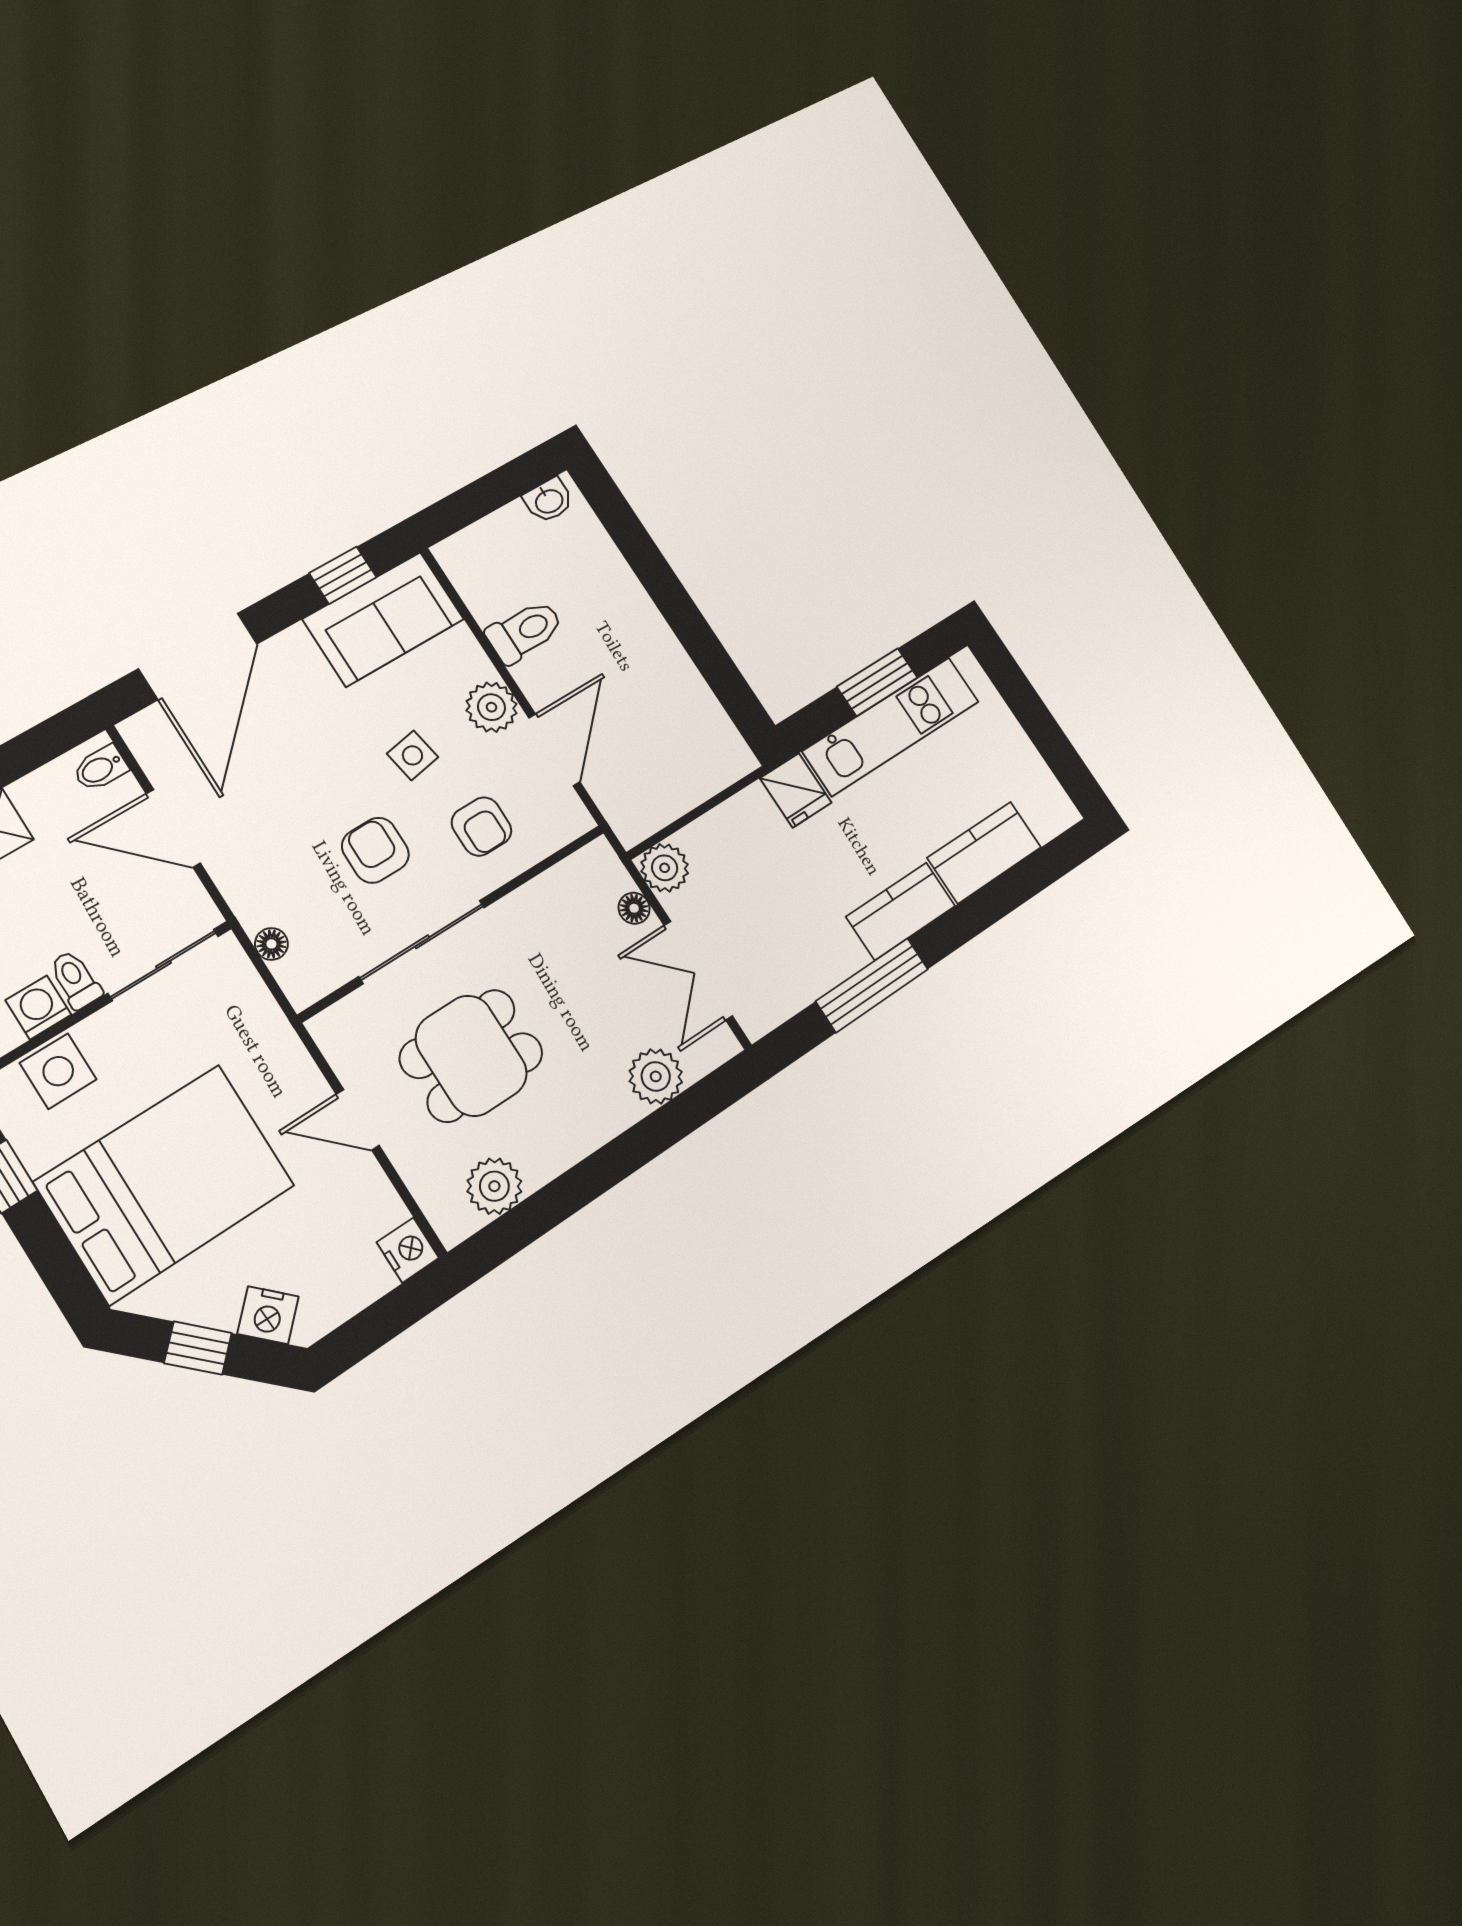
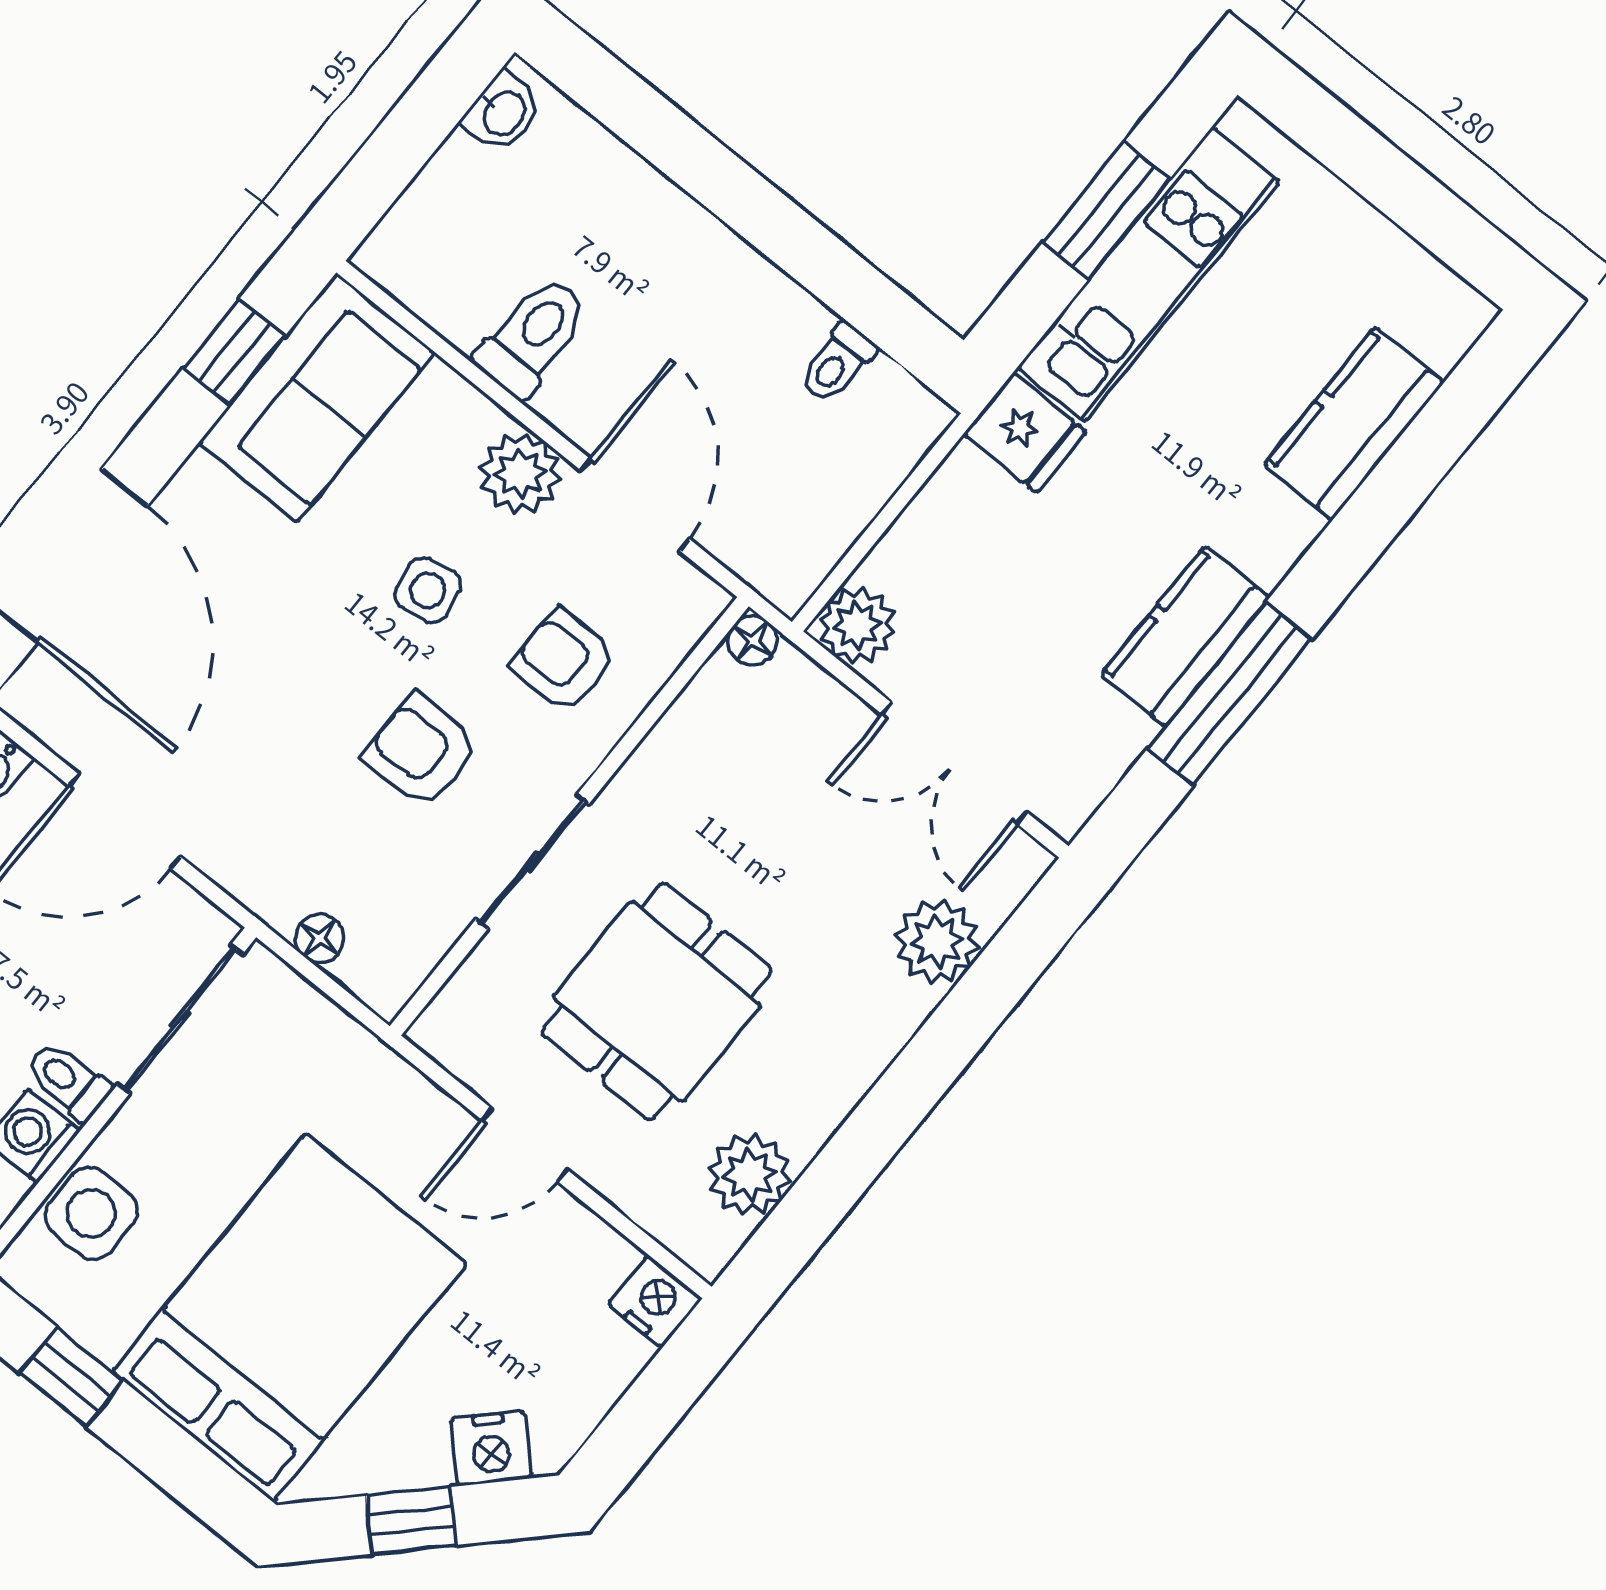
toilet: (698, 711) -> (837, 363), added
armchair: (481, 827) -> (564, 661), turned 180
floor lamp: (634, 908) -> (752, 641), moved
kitchen counter: (901, 911) -> (1185, 636), moved
sliding door: (422, 942) -> (532, 861), width x0.73

